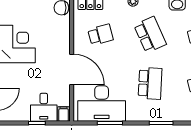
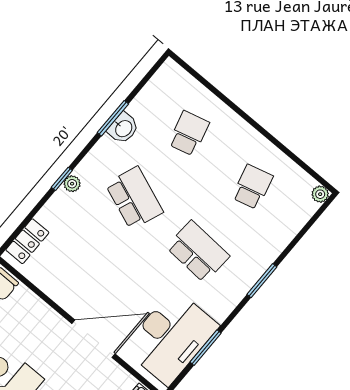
school desk: (100, 35) -> (80, 263), removed
school desk: (150, 35) -> (134, 198), turned 45

